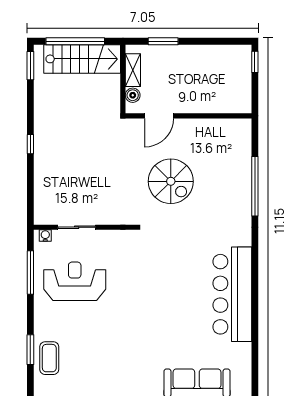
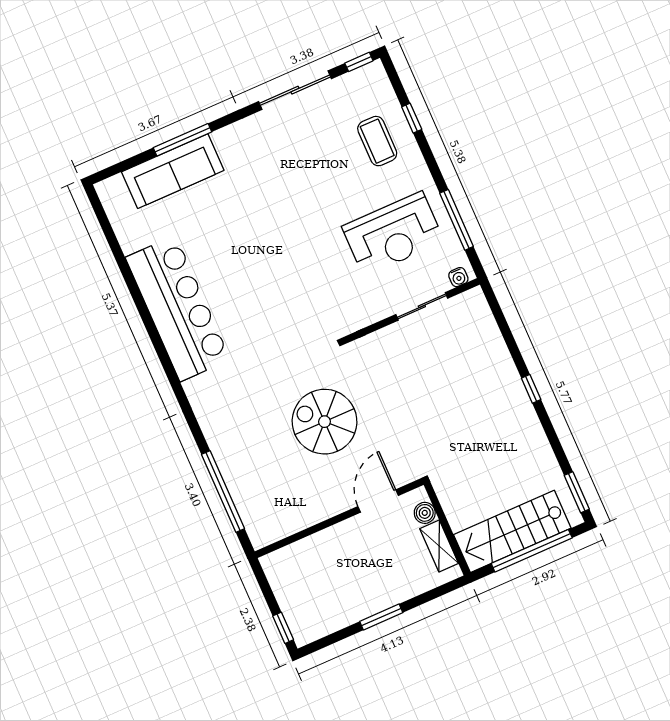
window: (163, 41) -> (381, 617), moved
window: (255, 186) -> (223, 491), moved
window: (30, 350) -> (412, 118), width x0.67
coffee table: (49, 358) -> (377, 141), moved

